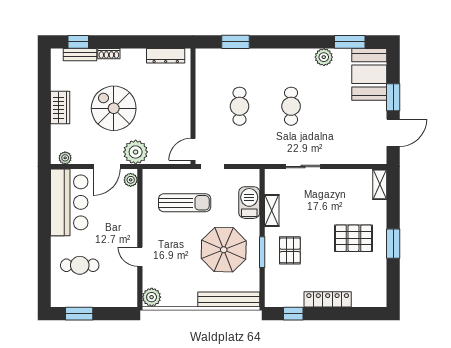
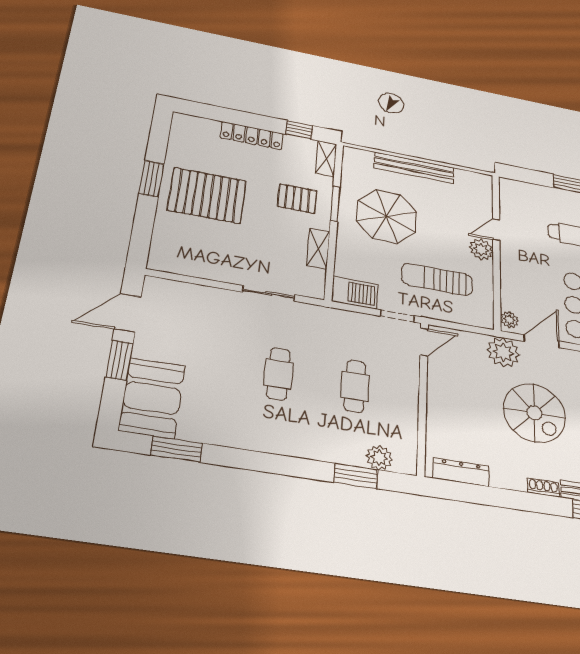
plant: (324, 57) -> (379, 458), moved
shelving: (380, 184) -> (326, 158), moved
barbecue: (249, 203) -> (355, 293), moved, turned -90
pallet: (353, 238) -> (207, 195), width x1.37, depth x1.41
pallet: (290, 250) -> (297, 199), turned 90
door: (140, 257) -> (496, 230), swing flipped
plant: (152, 297) -> (481, 249), moved
bench: (229, 300) -> (414, 168), moved

